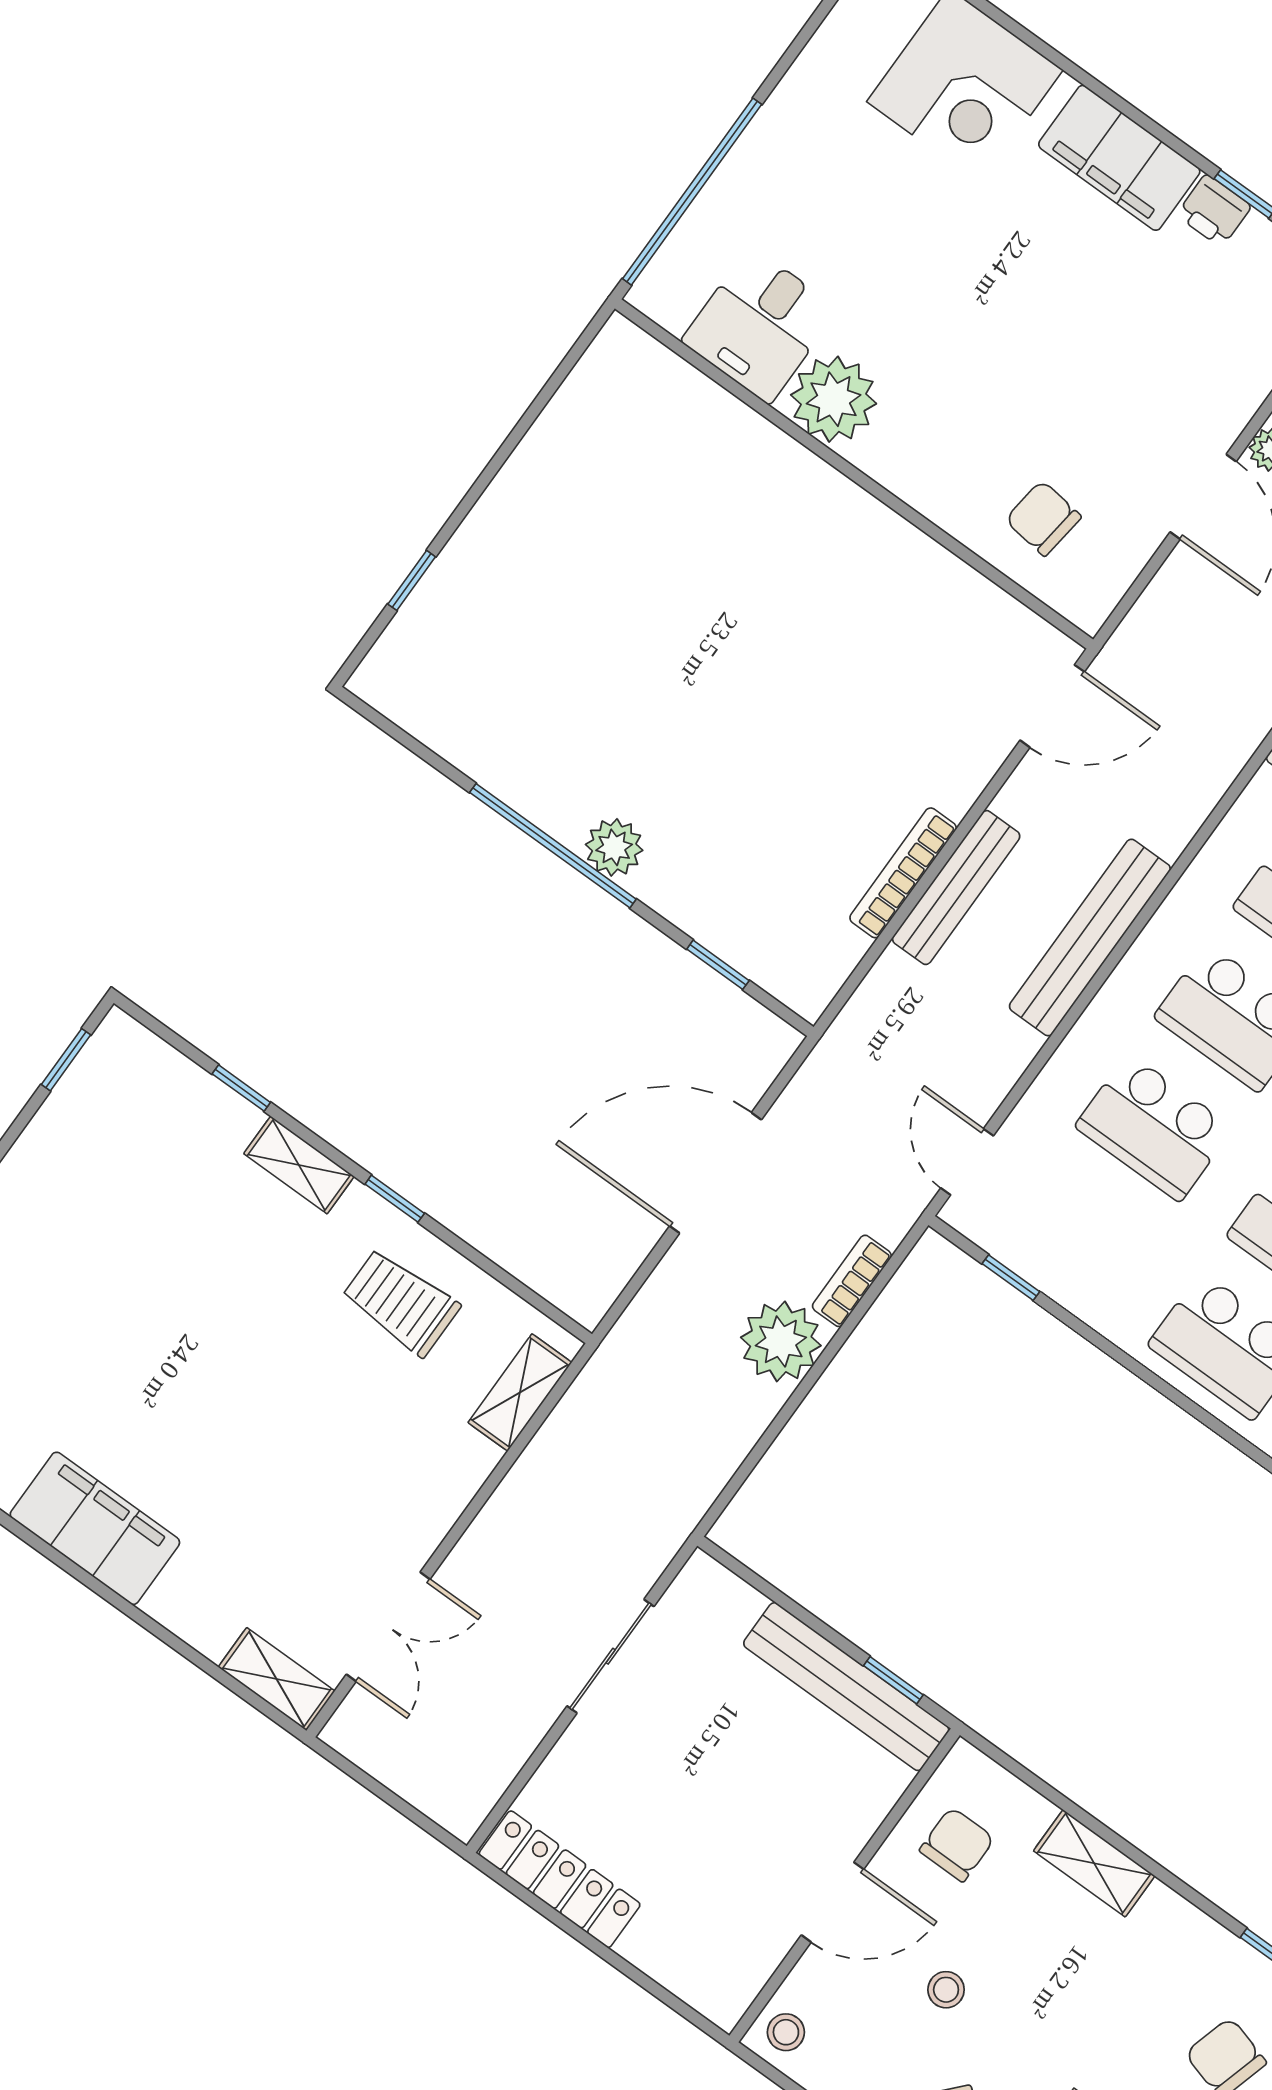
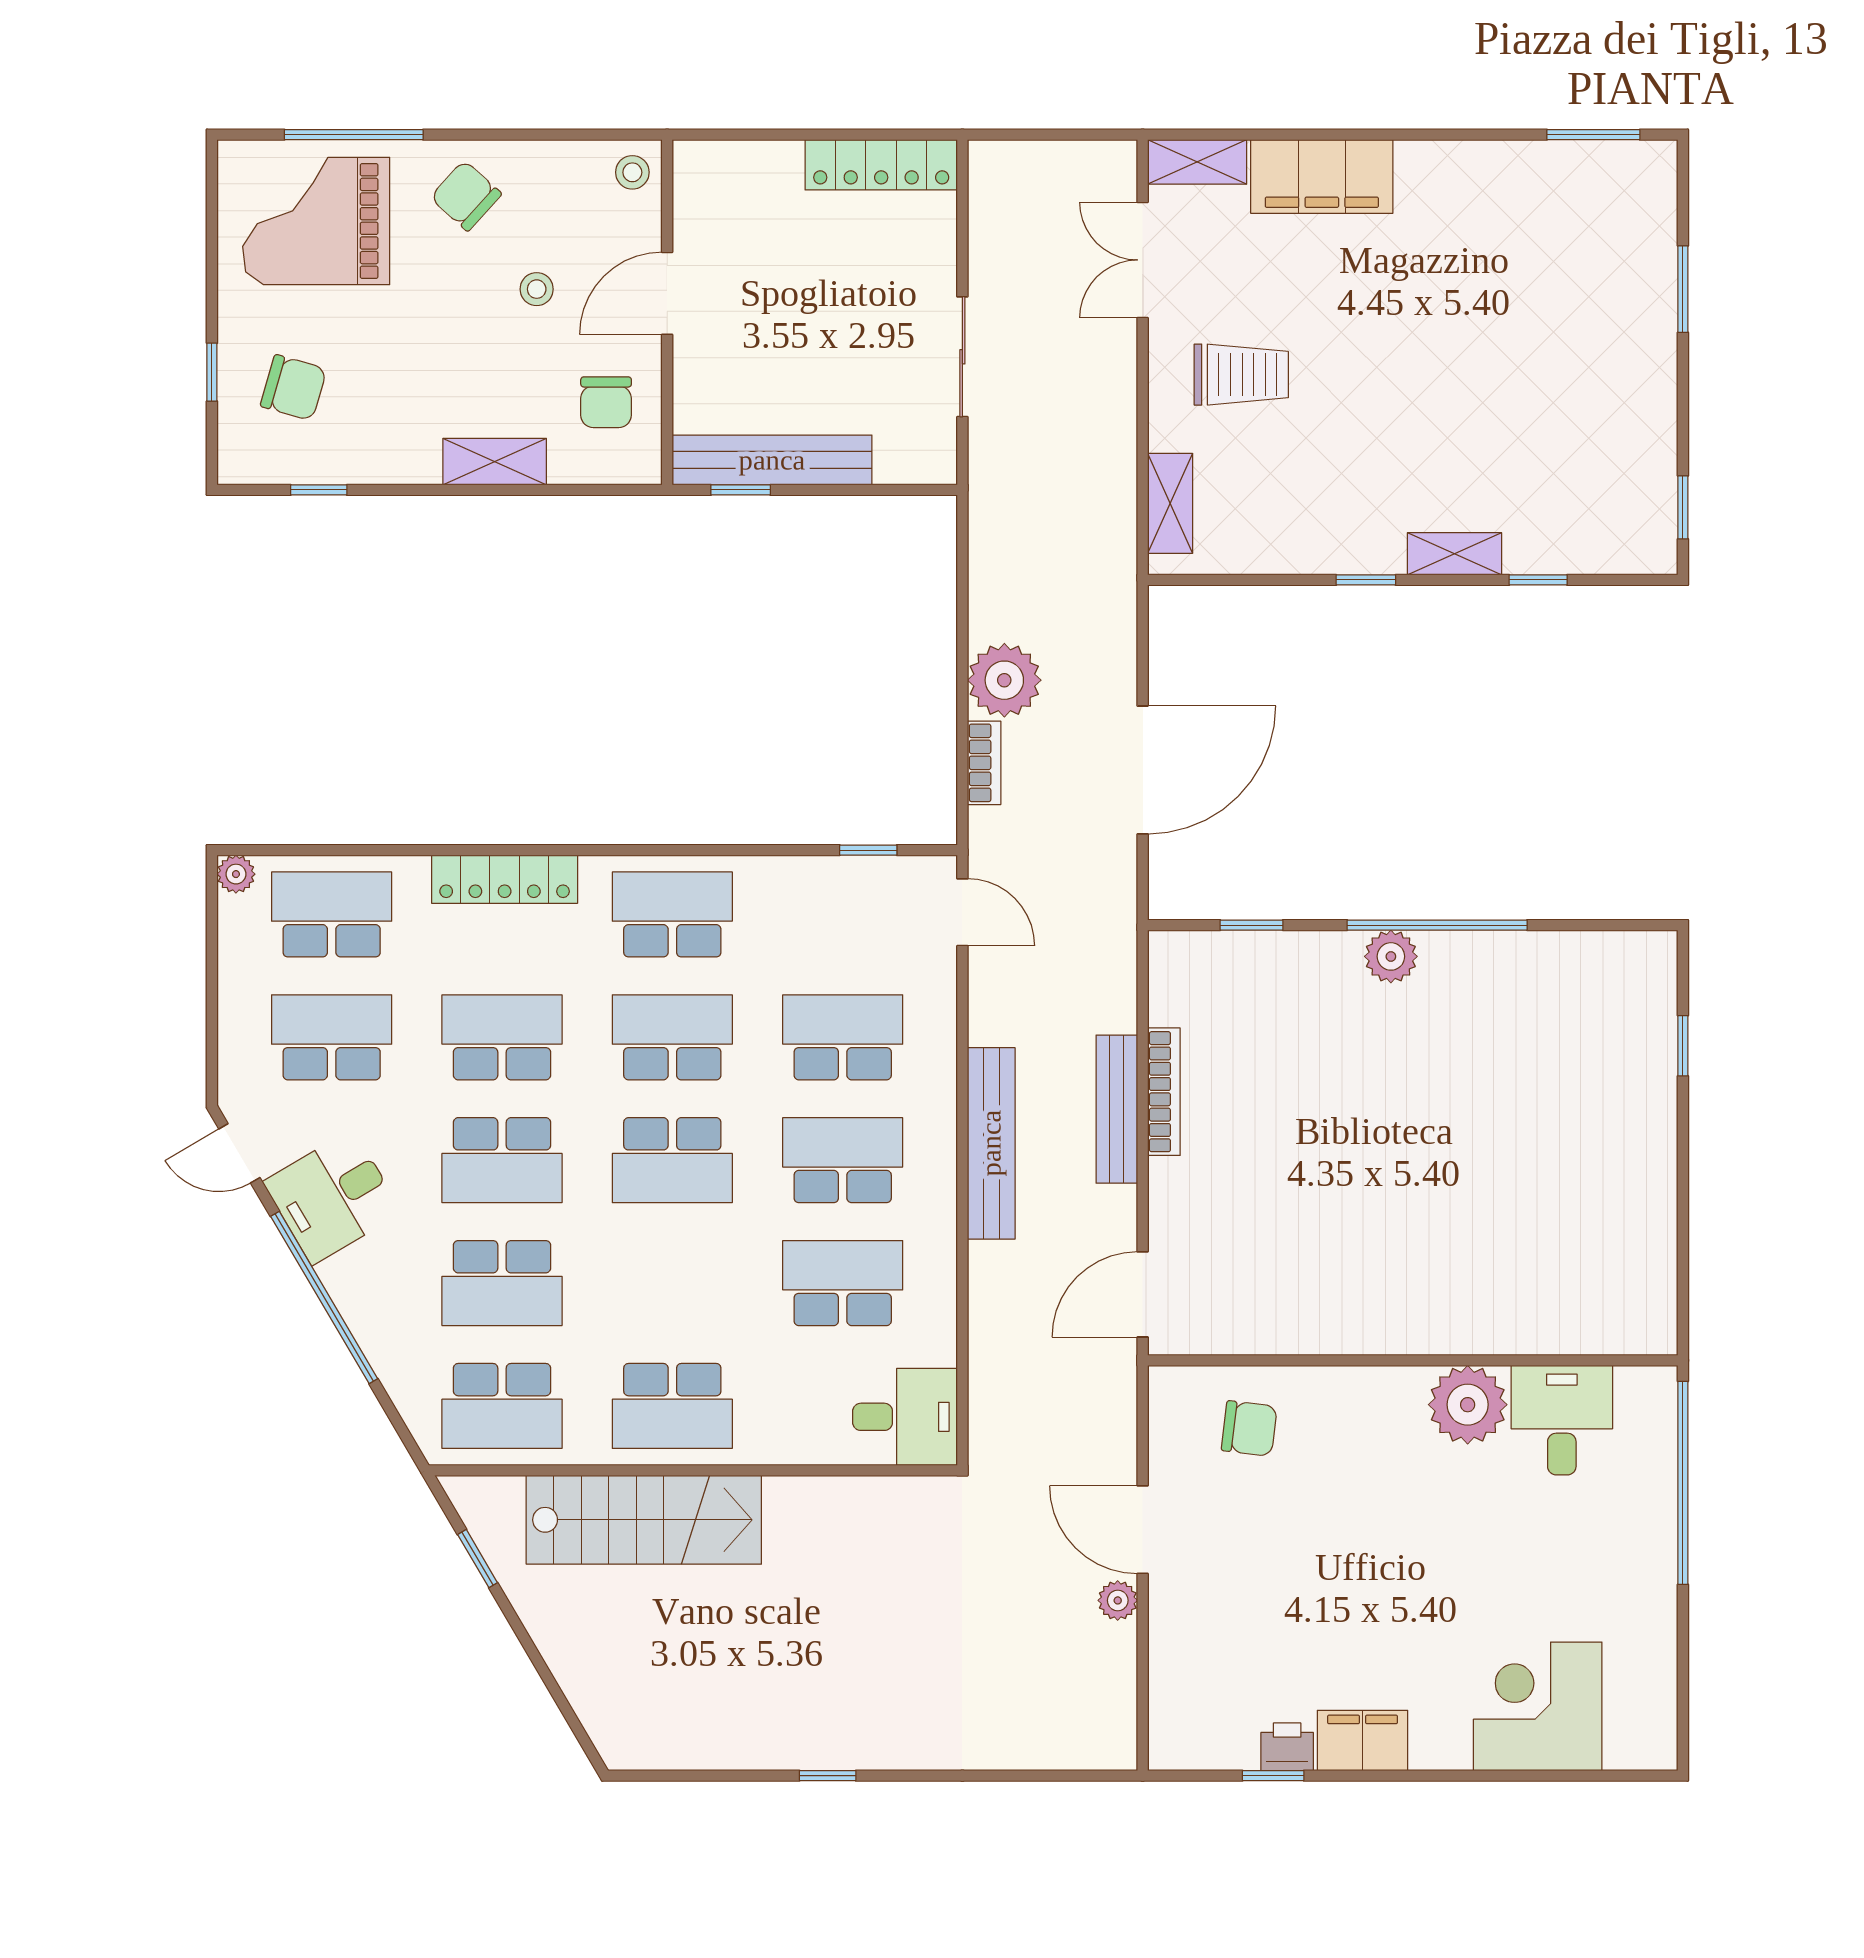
filing cabinet: (1119, 158) -> (1363, 1740), width x0.67, depth x0.86
trolley: (401, 1302) -> (1241, 375), moved
filing cabinet: (95, 1528) -> (1322, 176), moved

